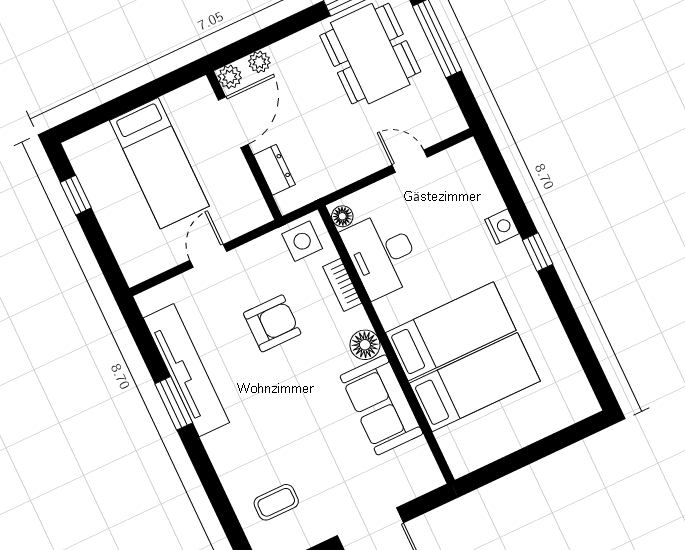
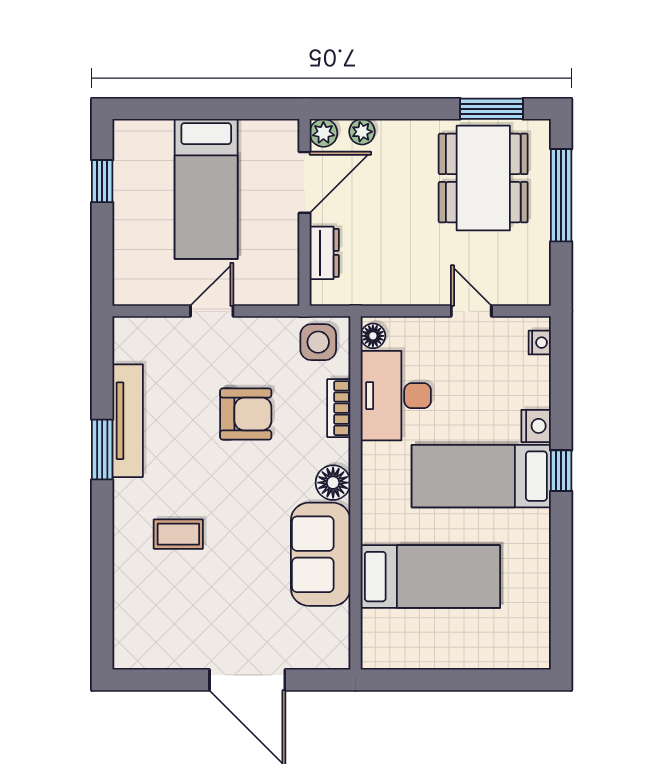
nightstand: (474, 161) -> (540, 343), added
bed: (451, 331) -> (481, 476), moved, turned 180
tv unit: (186, 370) -> (128, 421), width x0.73, depth x0.78
coffee table: (276, 502) -> (178, 534), moved

